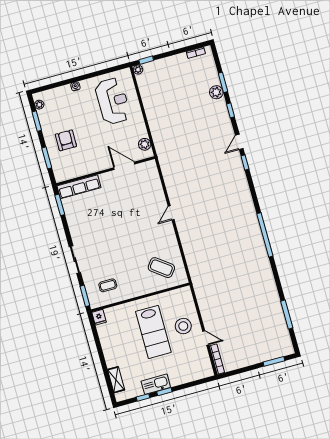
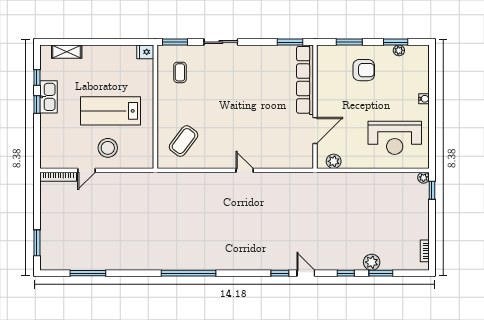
plant: (39, 105) -> (399, 50), moved
row of seats: (79, 187) -> (305, 80), width x1.36

